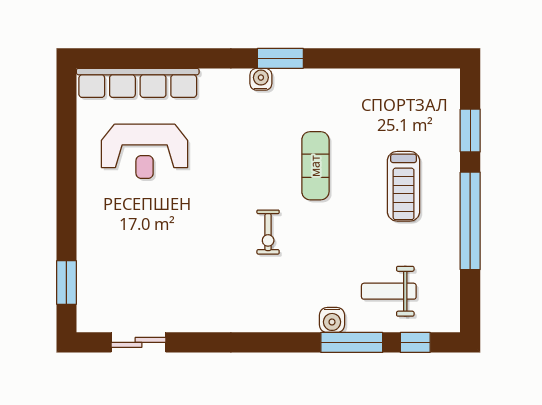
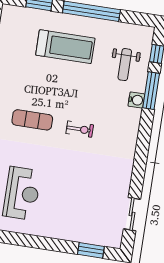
exercise mat: (315, 166) -> (32, 120), moved
treadmill: (404, 186) -> (65, 47), width x1.37, depth x1.38

